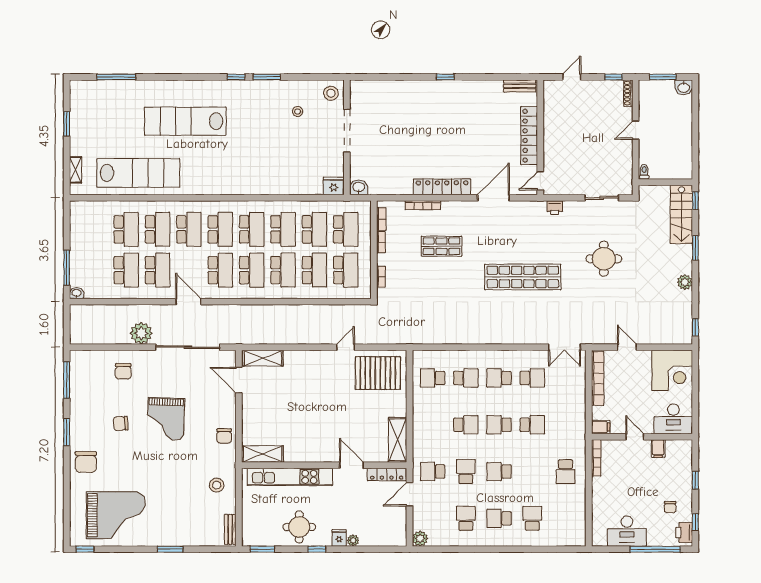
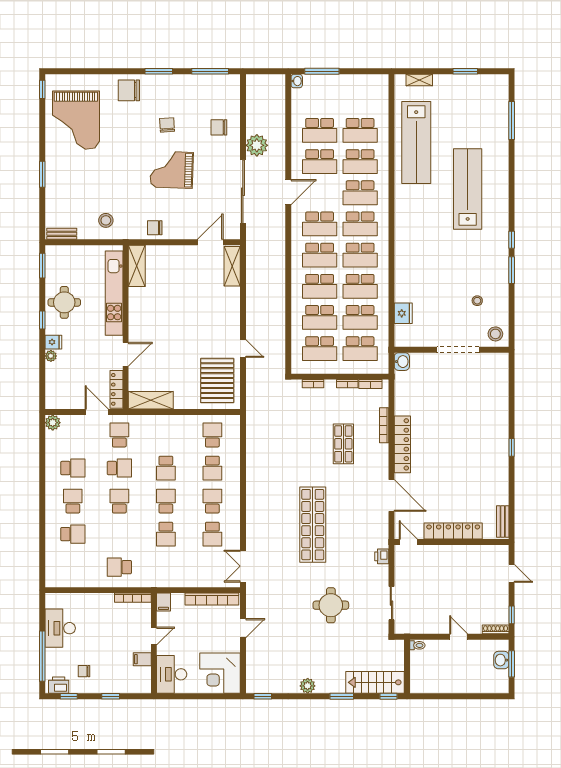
washbasin: (684, 87) -> (501, 660), moved
fridge: (334, 186) -> (403, 313), moved

